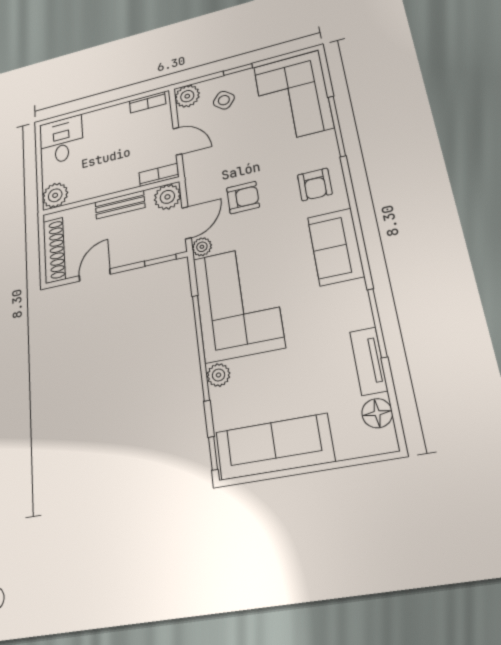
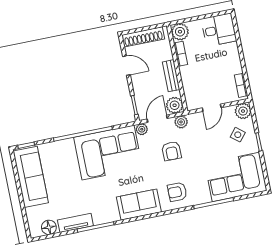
bookcase: (159, 175) -> (181, 54), moved
door: (187, 223) -> (157, 119), swing flipped
plant: (219, 375) -> (181, 122), moved

